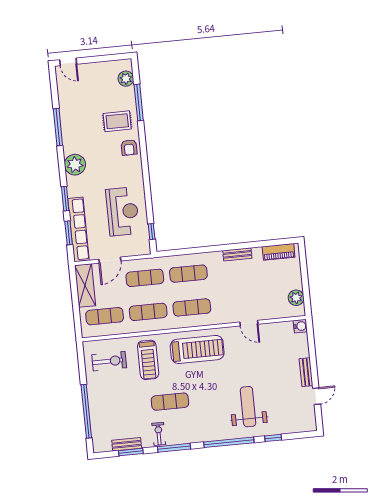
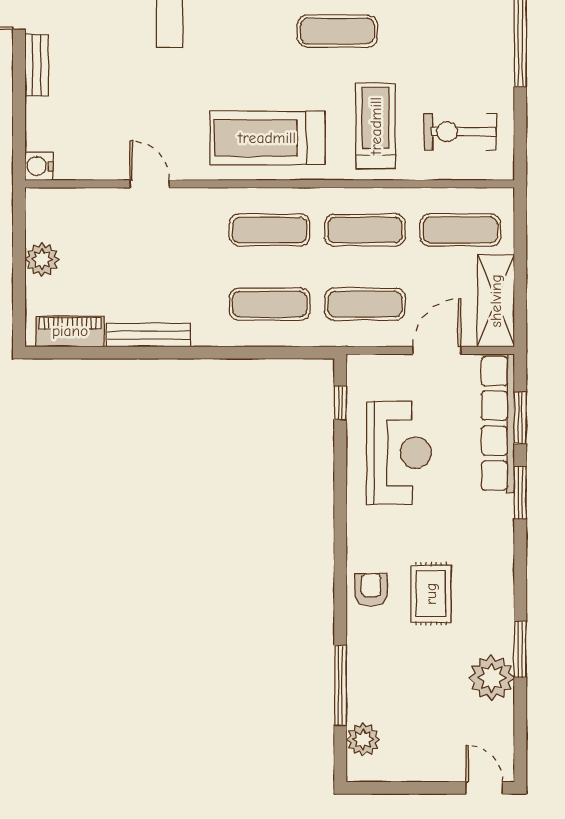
rug: (117, 121) -> (431, 594), moved, turned 90
window: (58, 127) -> (520, 649), width x0.69
plant: (75, 165) -> (492, 678), moved
reception desk: (123, 211) -> (399, 453), turned 180
bench: (237, 254) -> (148, 335), width x1.36
plant: (296, 298) -> (42, 260), moved

